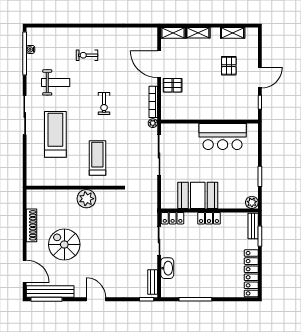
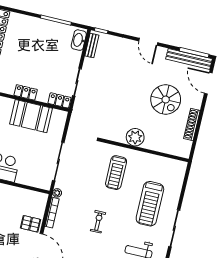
washbasin: (167, 268) -> (79, 40), moved

